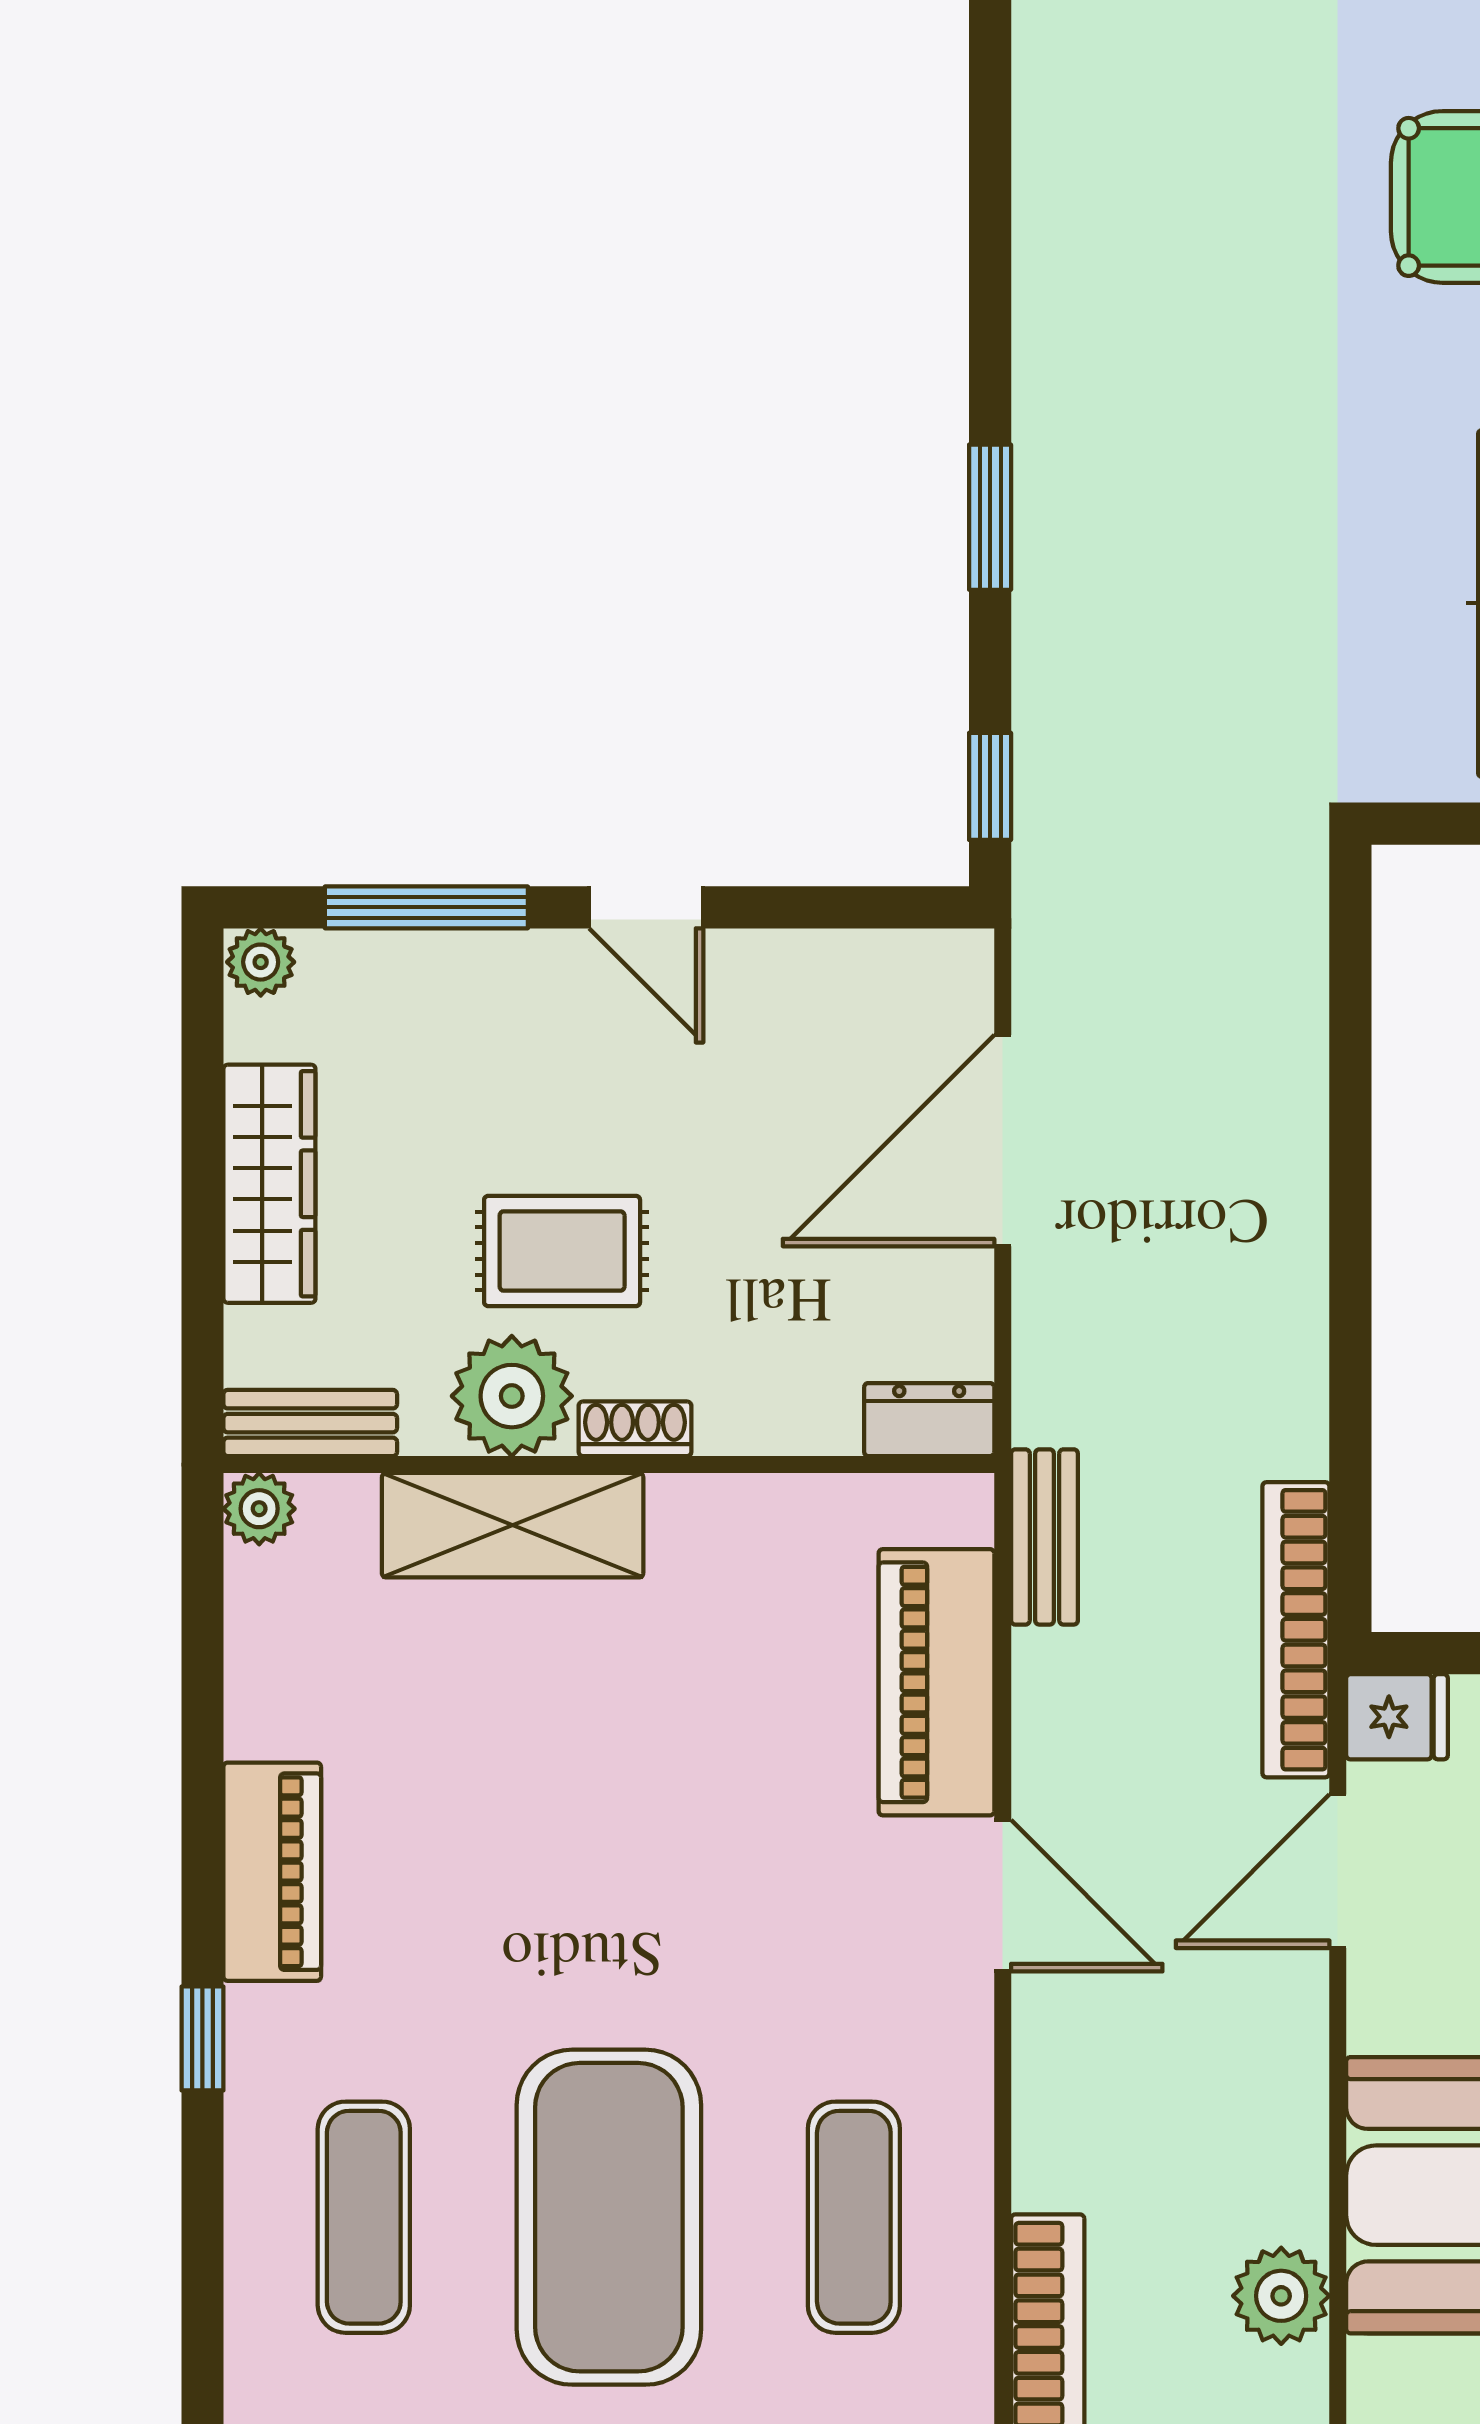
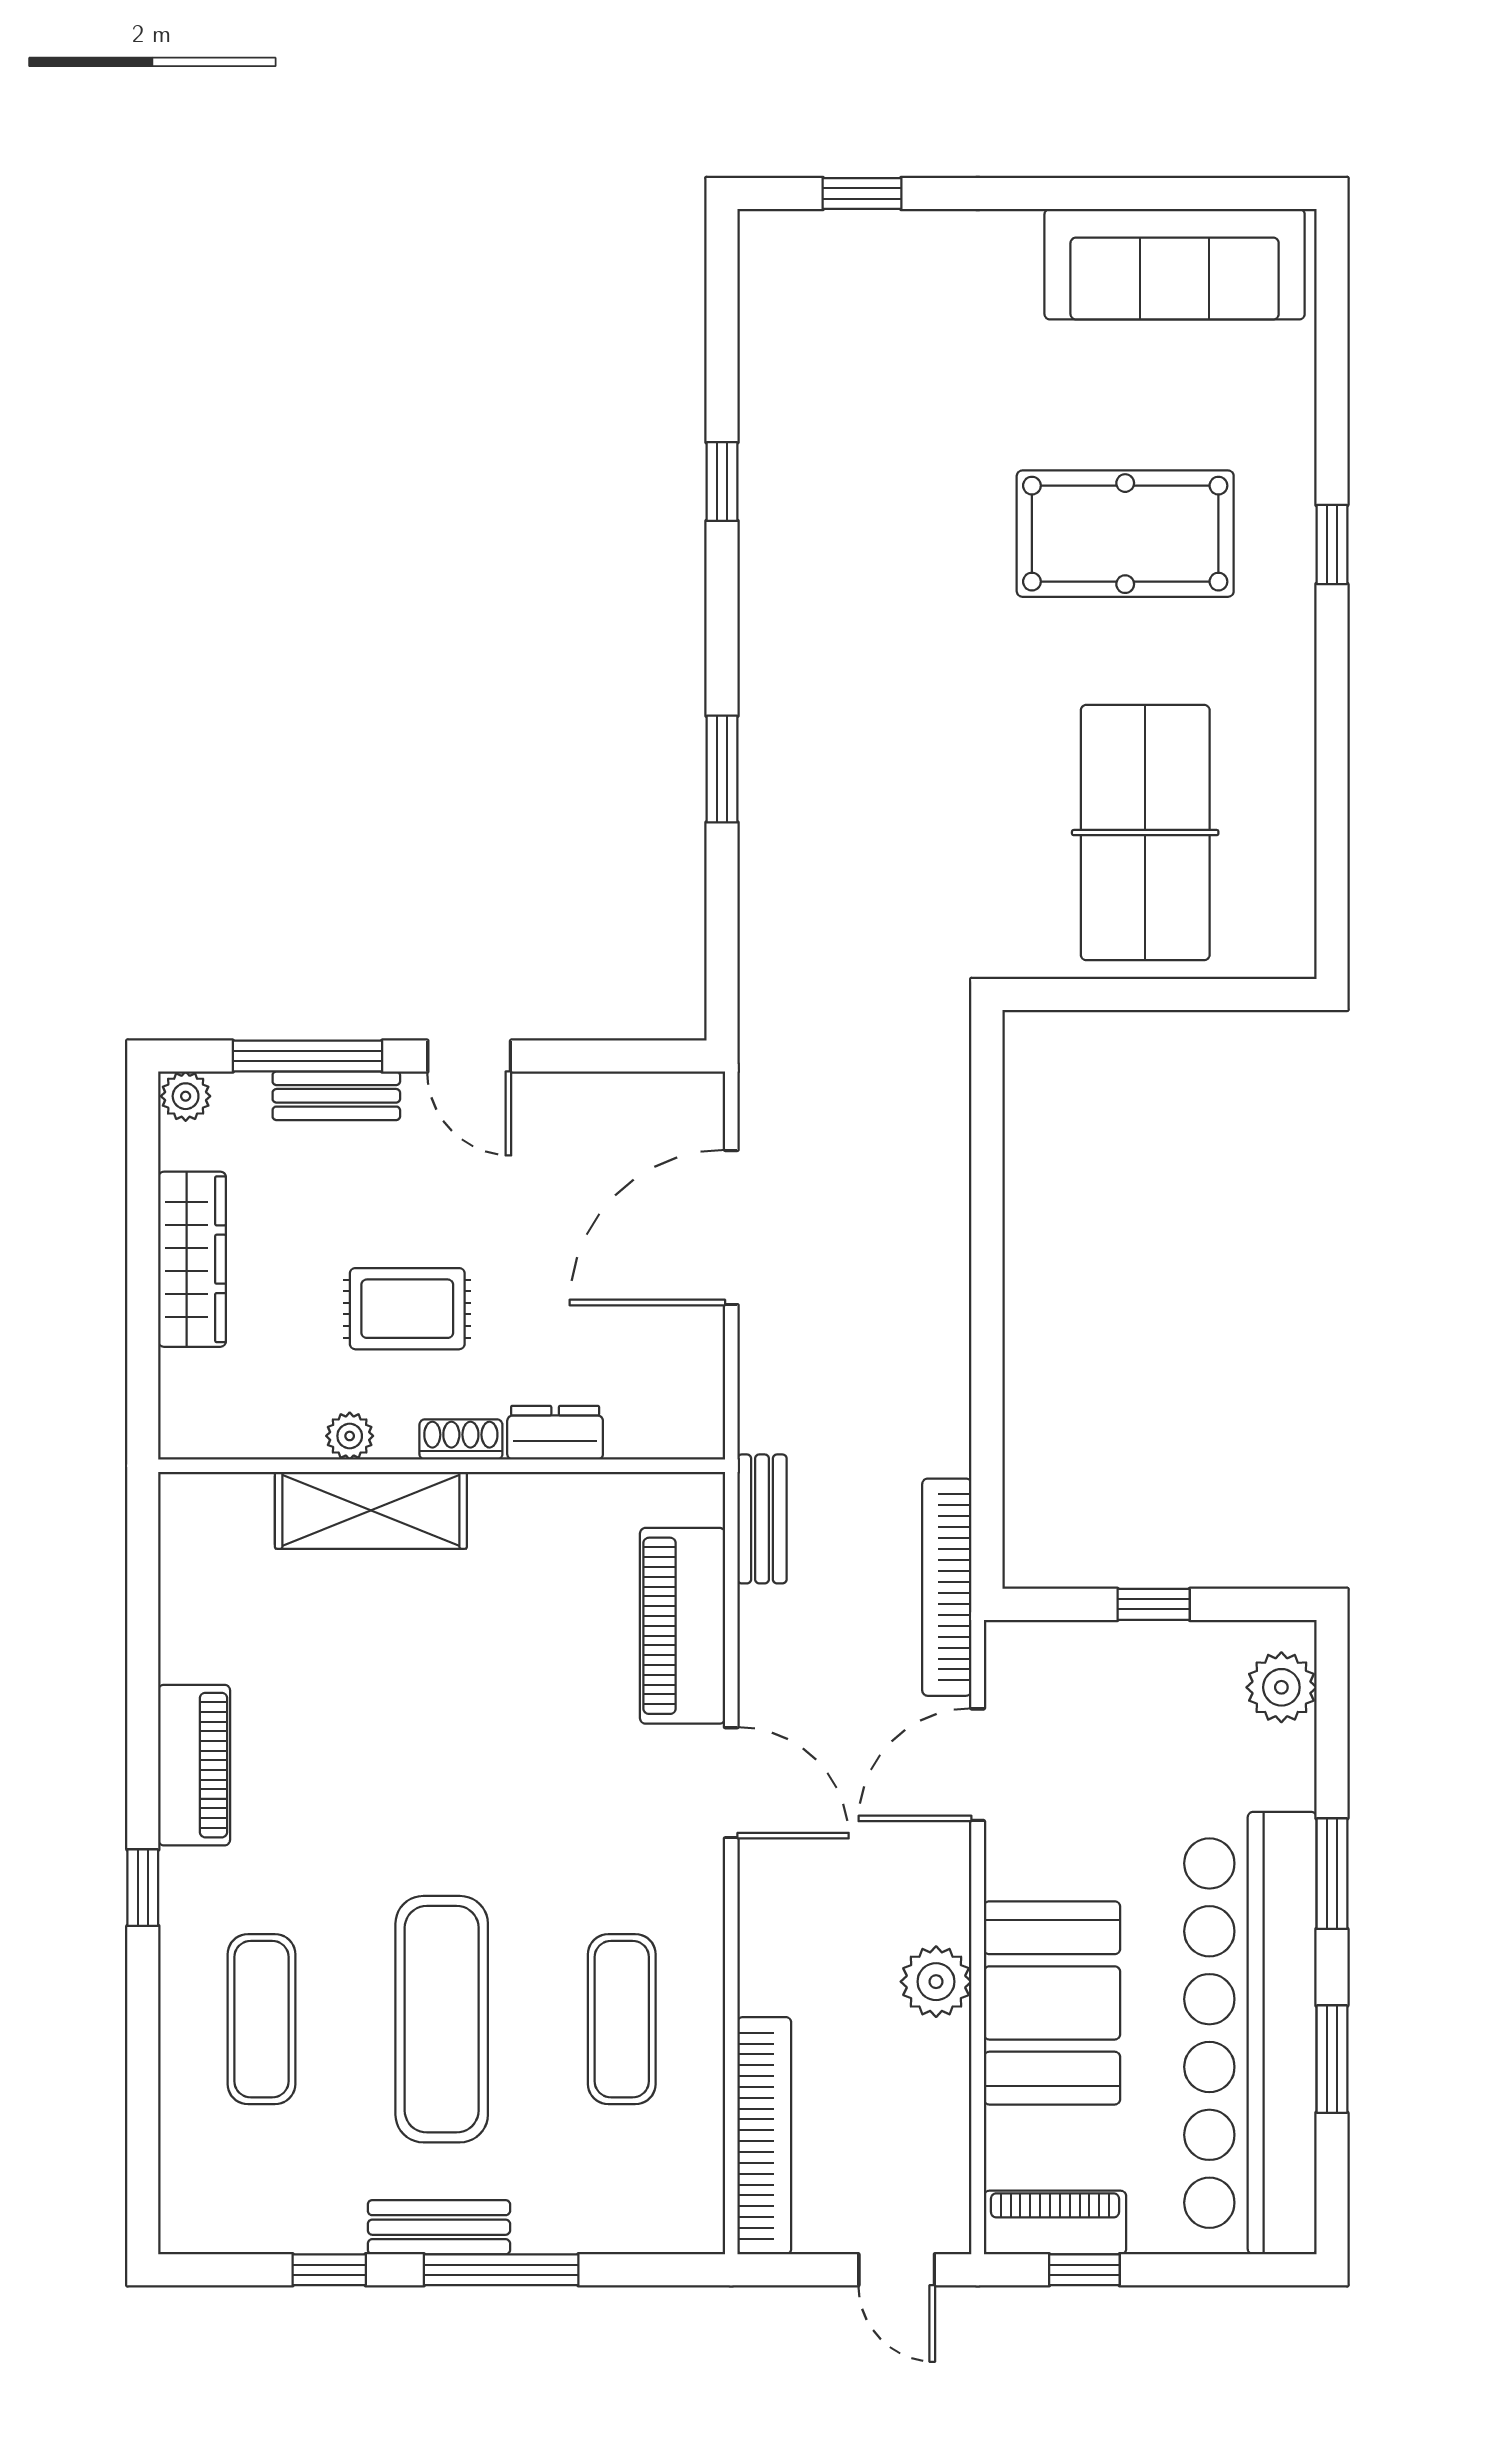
window: (990, 786) -> (722, 482), moved
plant: (512, 1396) -> (350, 1436), width x0.53, depth x0.53
dresser: (929, 1420) -> (555, 1433), moved
bench: (310, 1423) -> (336, 1096), moved
plant: (259, 1509) -> (185, 1498), removed
fridge: (1397, 1717) -> (1021, 1651), removed
exercise mat: (609, 2217) -> (442, 2019), width x0.68
plant: (1281, 2296) -> (936, 1982), moved

